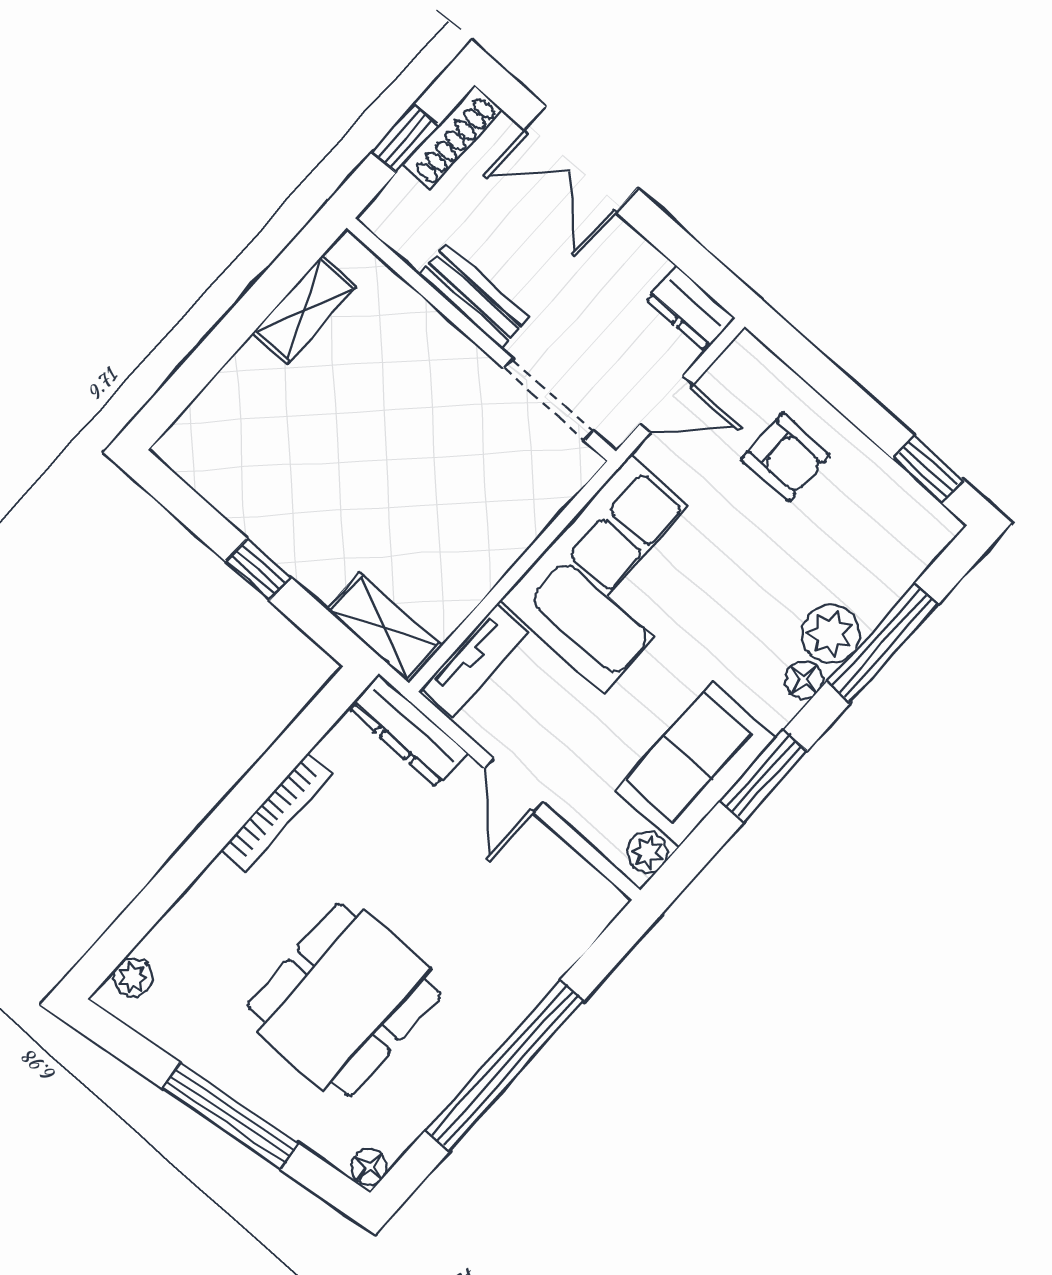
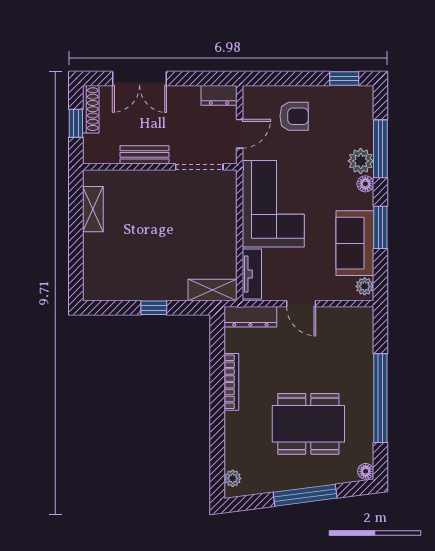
dining table: (344, 1000) -> (308, 424), turned 90

